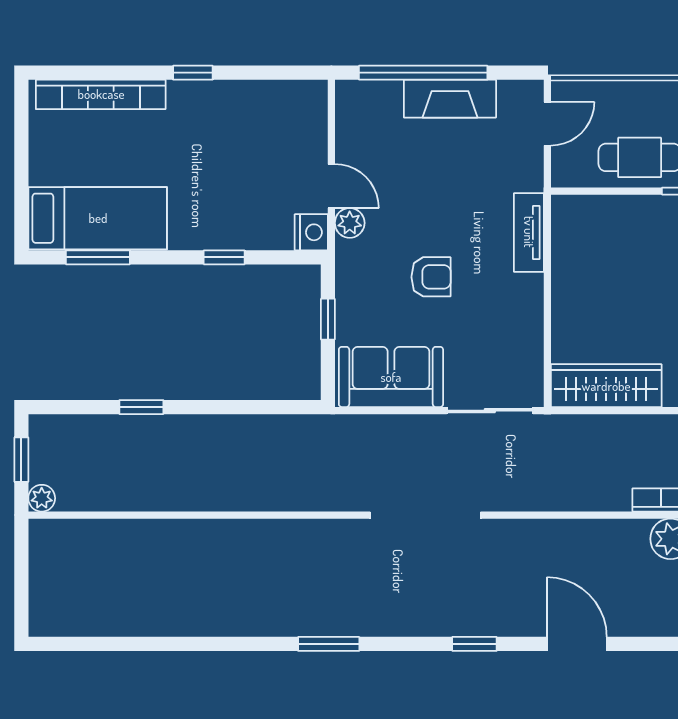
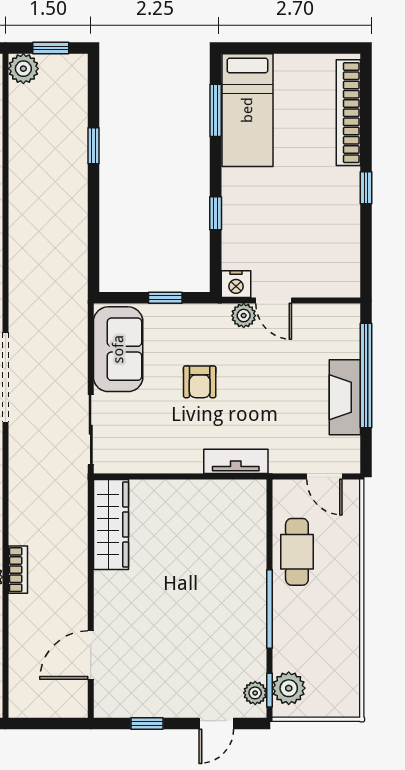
door: (331, 186) -> (274, 301), hinge flipped
plant: (42, 498) -> (23, 69), width x1.38, depth x1.38

